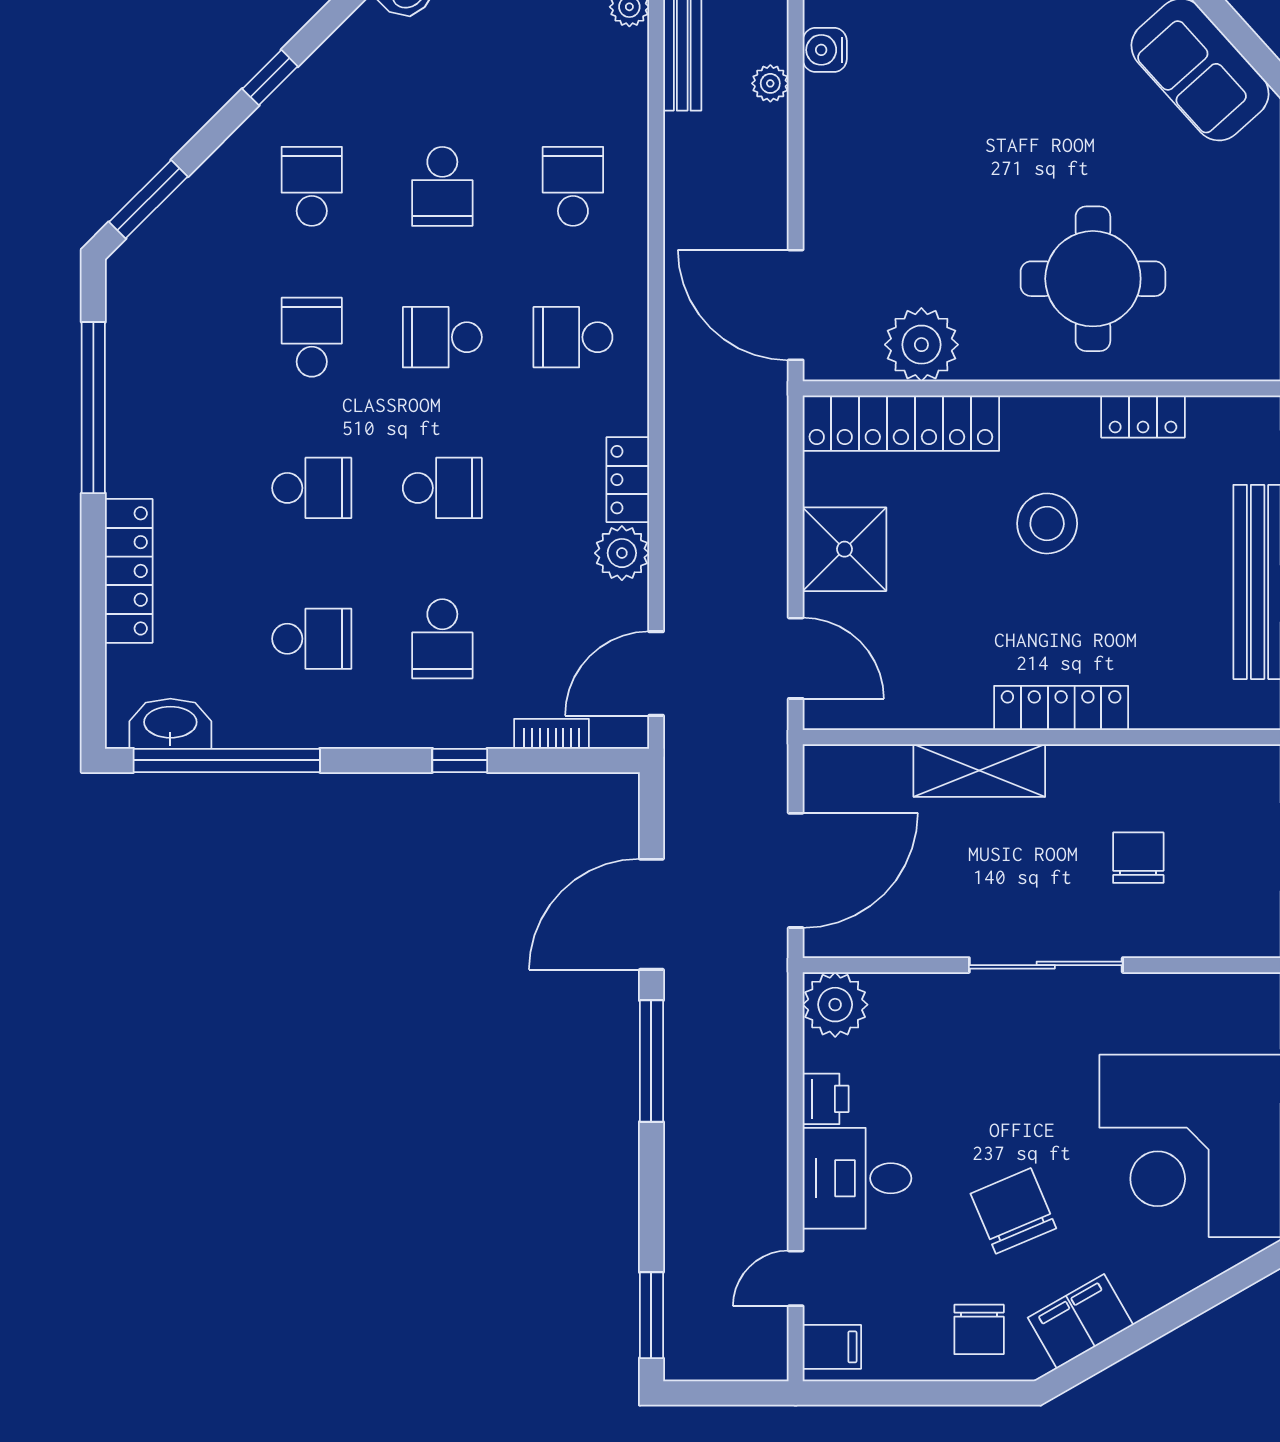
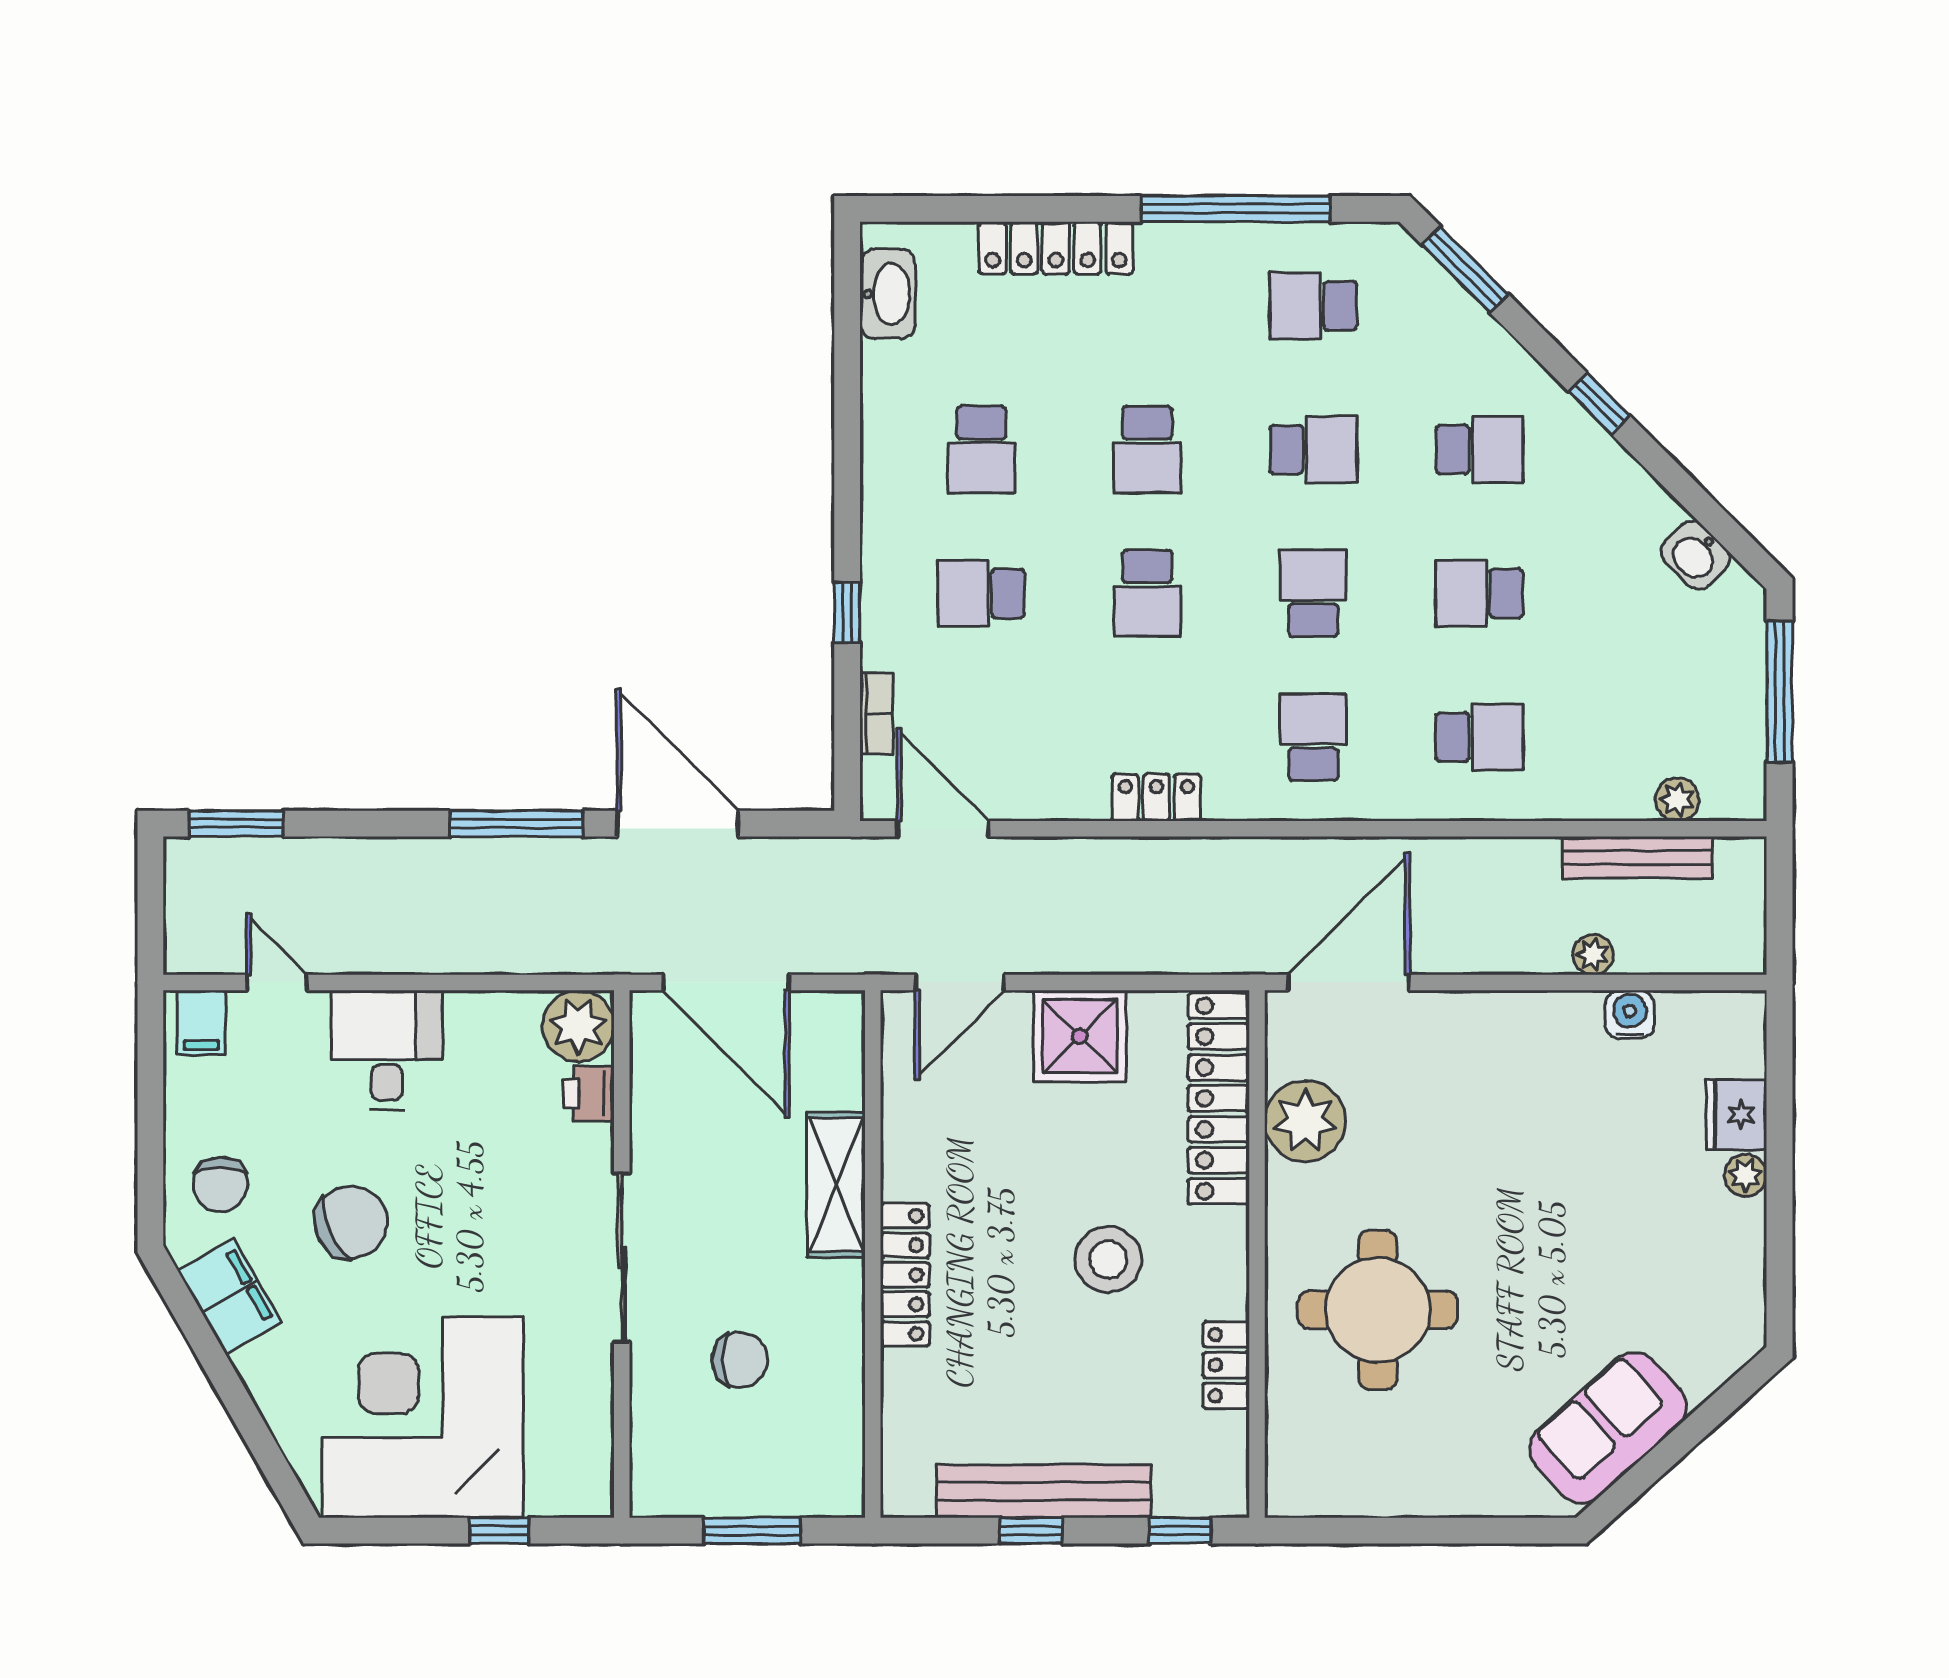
school desk: (181, 337) -> (1313, 306), added
plant: (622, 553) -> (1076, 791), removed
window: (227, 760) -> (847, 356), removed
printer: (826, 1099) -> (589, 1094), moved, turned 90
chair: (979, 1329) -> (220, 1185), turned -90

